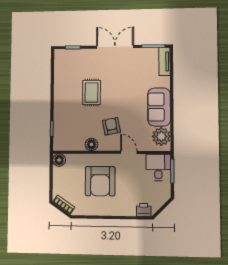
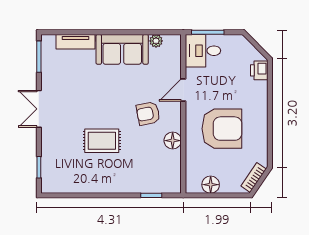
double door: (115, 47) -> (39, 109), width x0.73
tv unit: (164, 62) -> (75, 42), moved
plant: (161, 136) -> (156, 41), width x0.53, depth x0.53
floor lamp: (59, 160) -> (211, 185), moved

